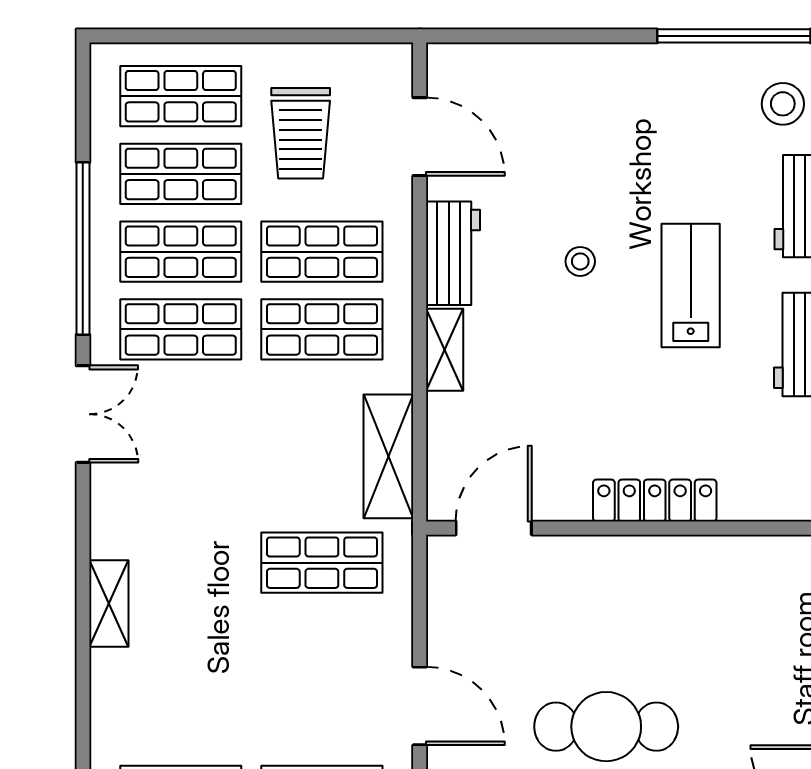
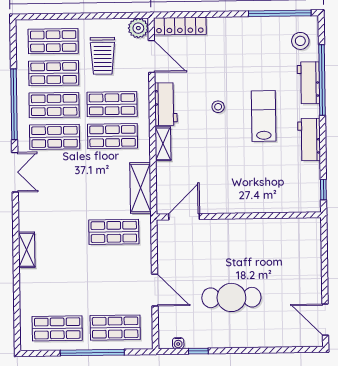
plant: (389, 67) -> (138, 28), added
locker: (655, 501) -> (180, 26), moved, turned 180

